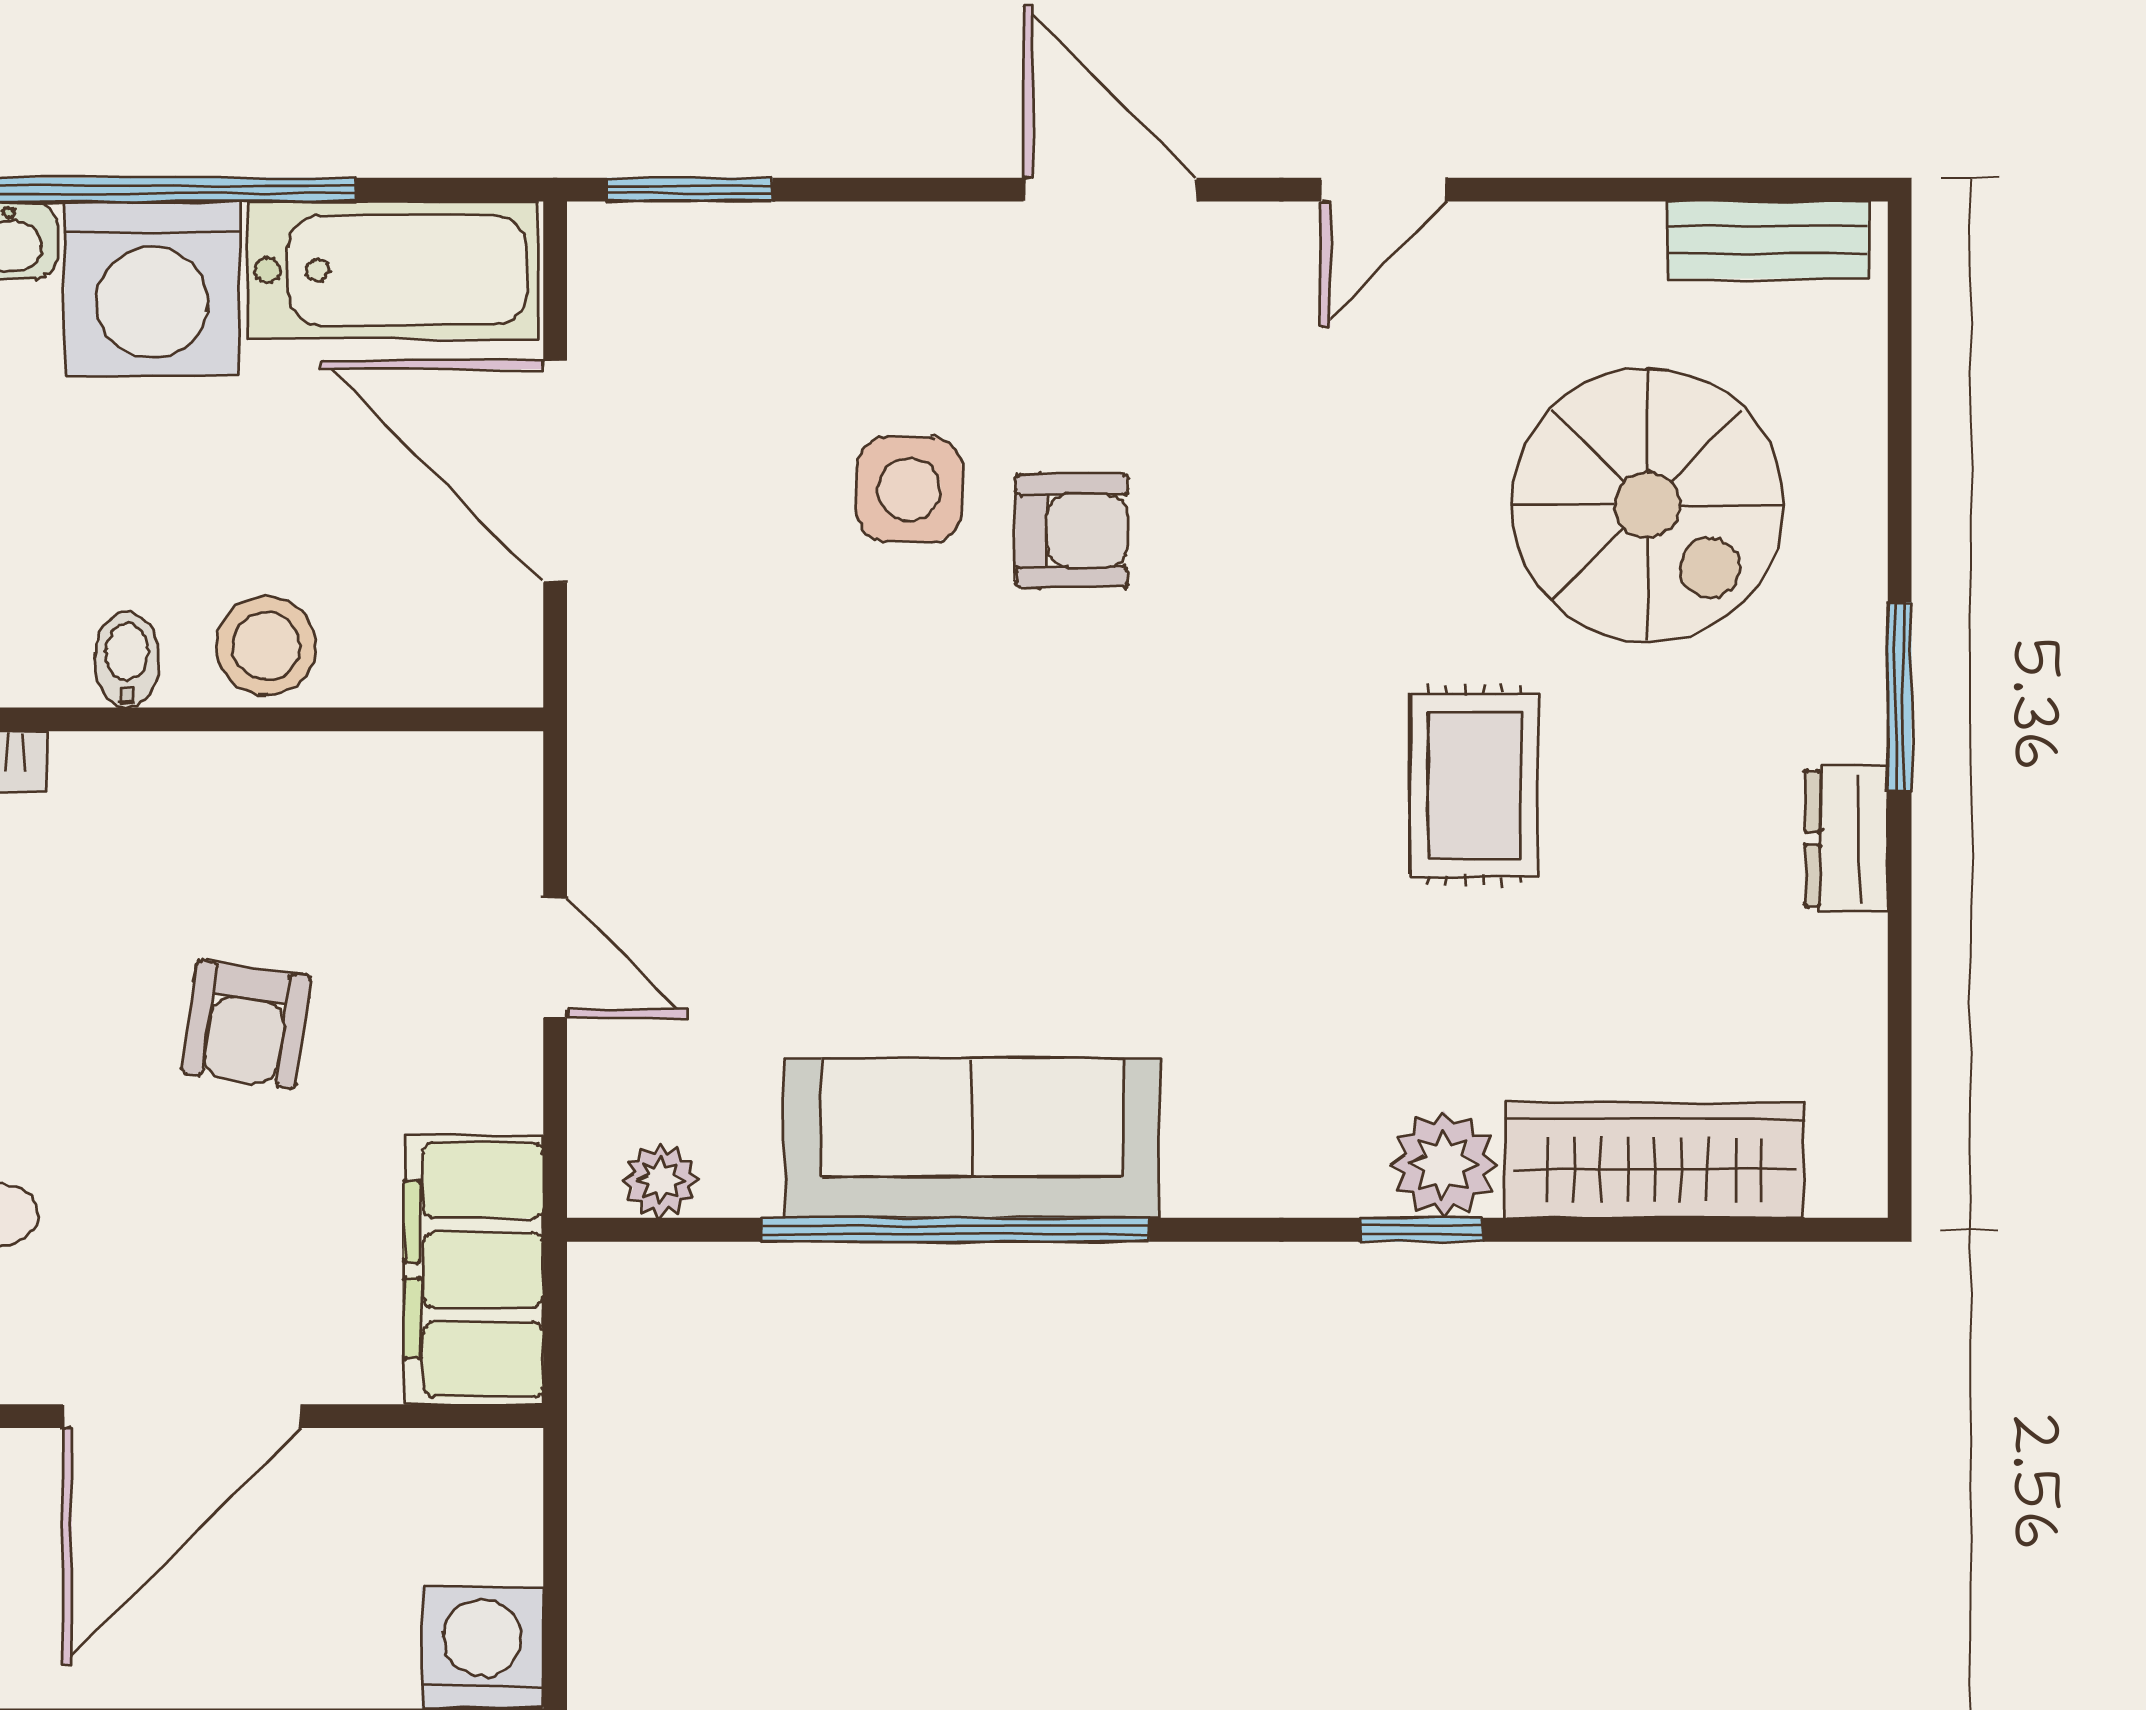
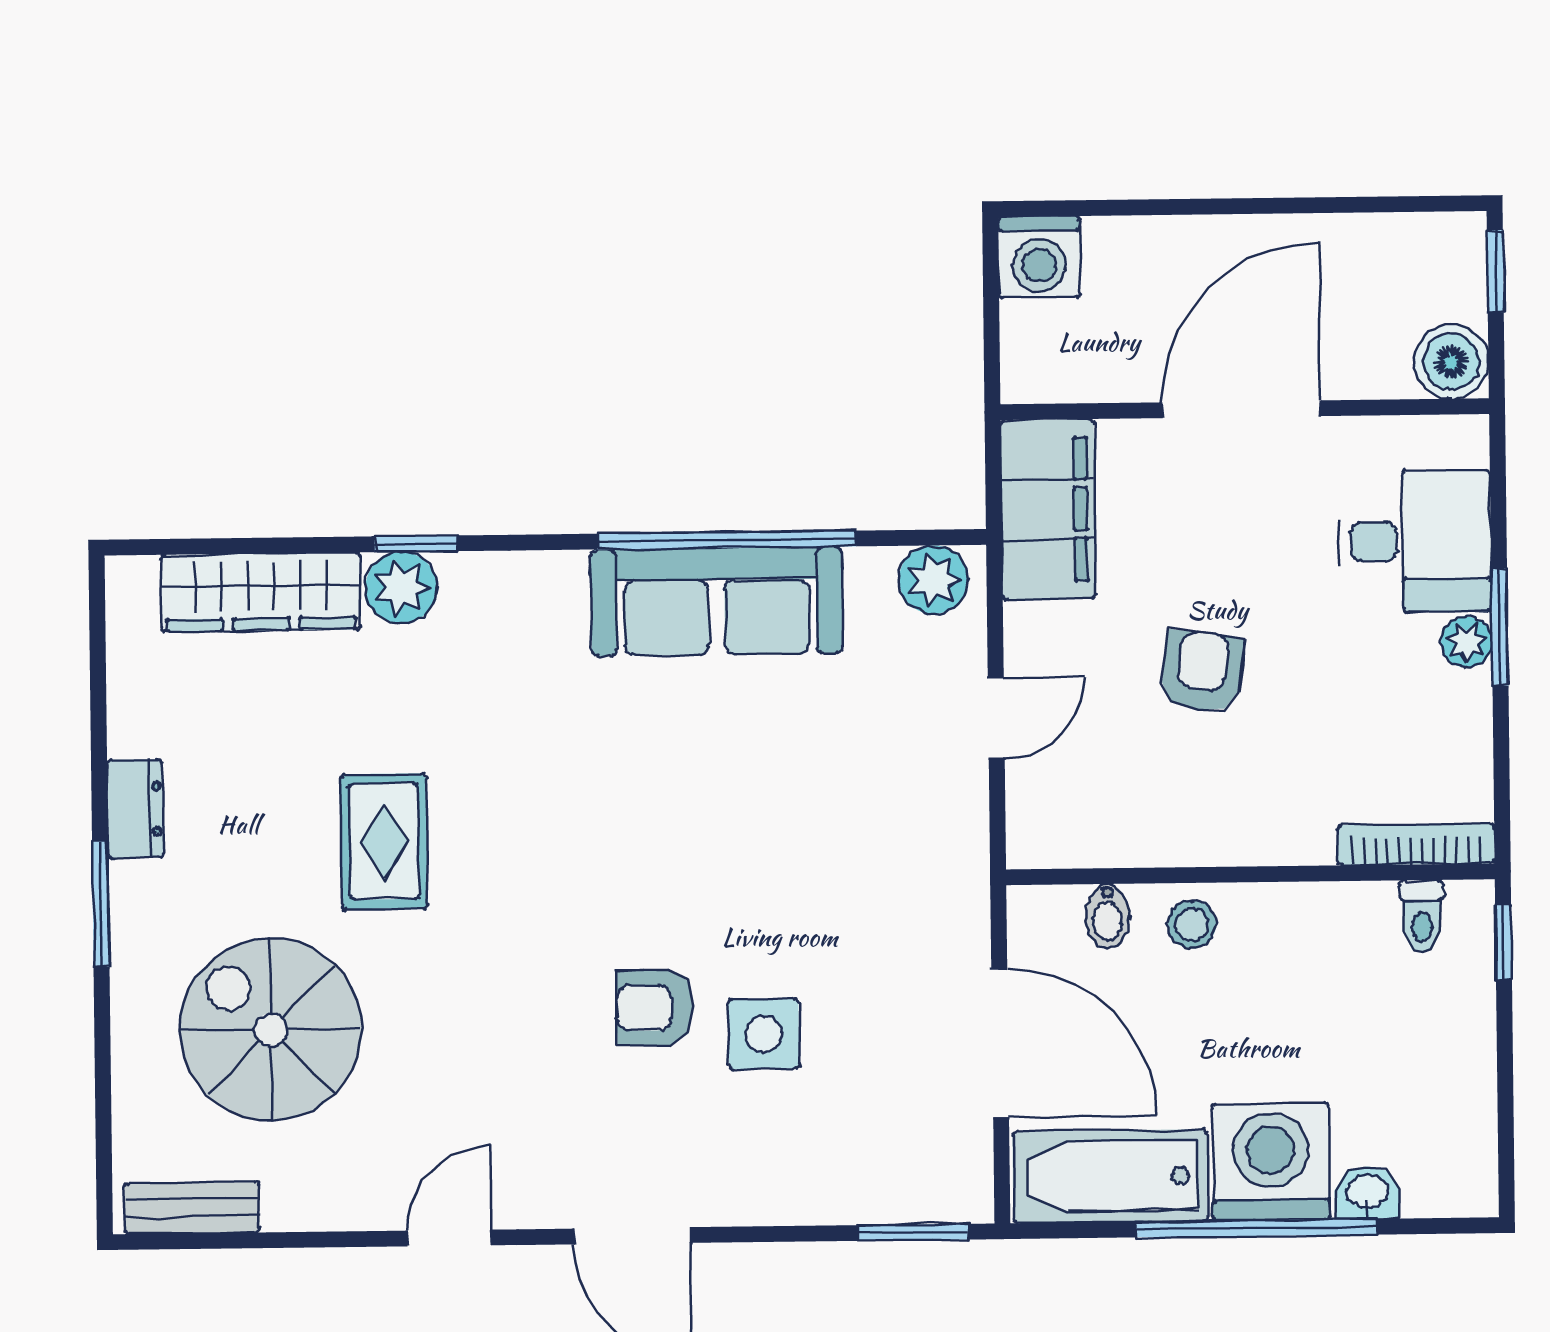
stool: (266, 646) -> (1192, 924), width x0.73, depth x0.73
bidet: (127, 660) -> (1107, 916), moved
door: (555, 958) -> (996, 718), swing flipped
plant: (661, 1181) -> (933, 580), width x1.38, depth x1.38

